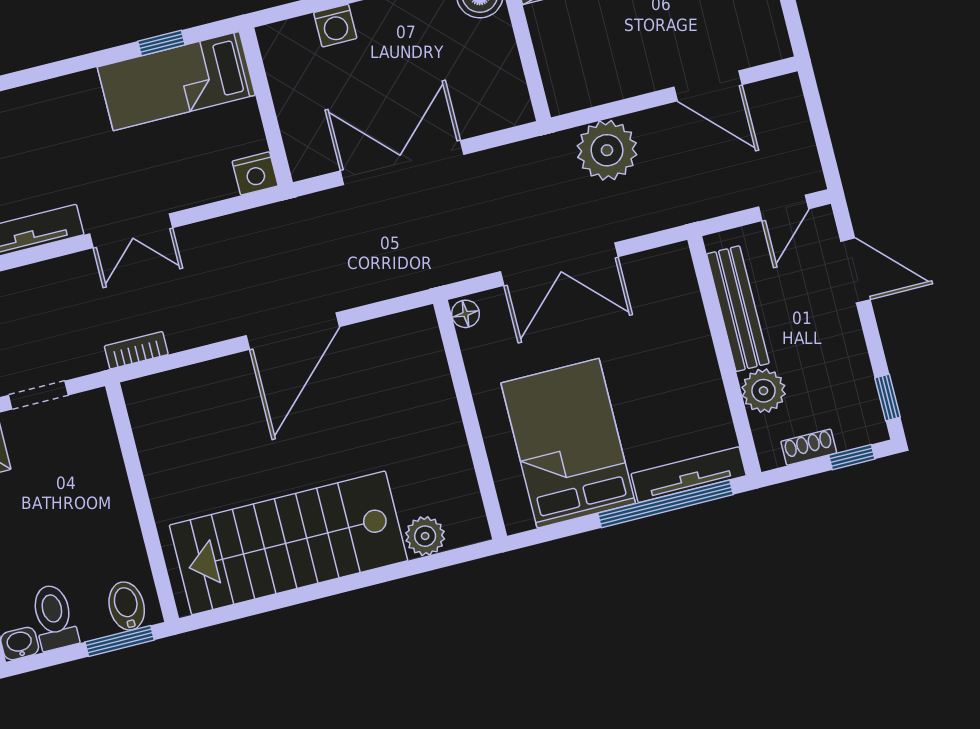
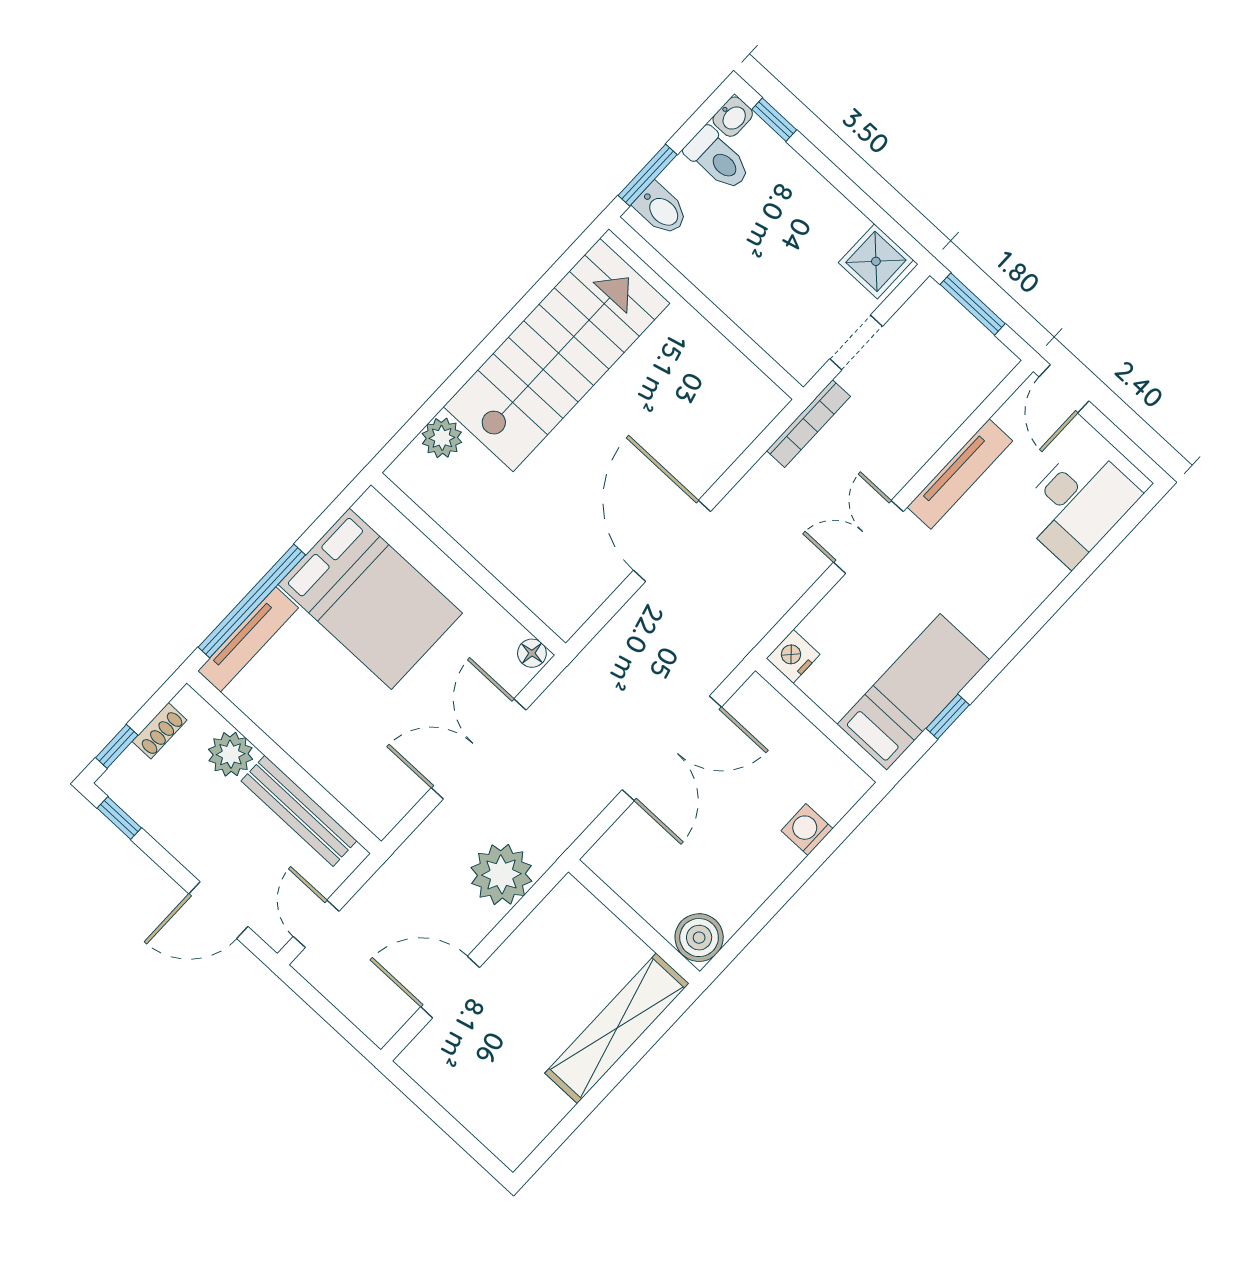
bookcase: (136, 350) -> (809, 424), width x1.56

